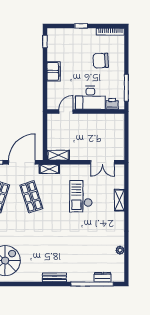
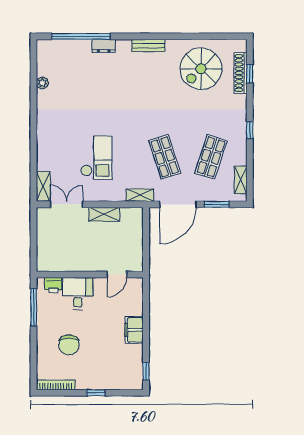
chair: (101, 61) -> (69, 345), turned 93
desk: (90, 98) -> (78, 293), width x0.73
shelving: (58, 155) -> (104, 214), moved
shelving: (119, 200) -> (43, 186), moved
bench: (54, 277) -> (148, 46), moved
dresser: (103, 277) -> (104, 46), moved

